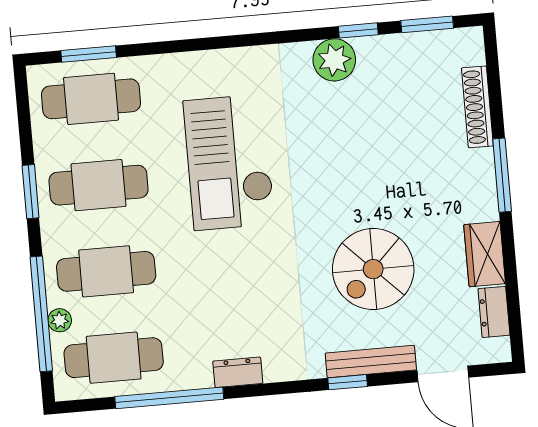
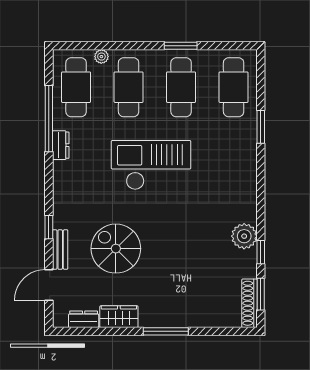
window: (89, 54) -> (261, 127), moved
shoe rack: (477, 107) -> (249, 303), moved, turned -90
checkout: (229, 162) -> (151, 165), moved
window: (41, 314) -> (106, 46), removed
bench: (371, 362) -> (60, 250), width x0.73
dresser: (238, 372) -> (61, 145), moved

